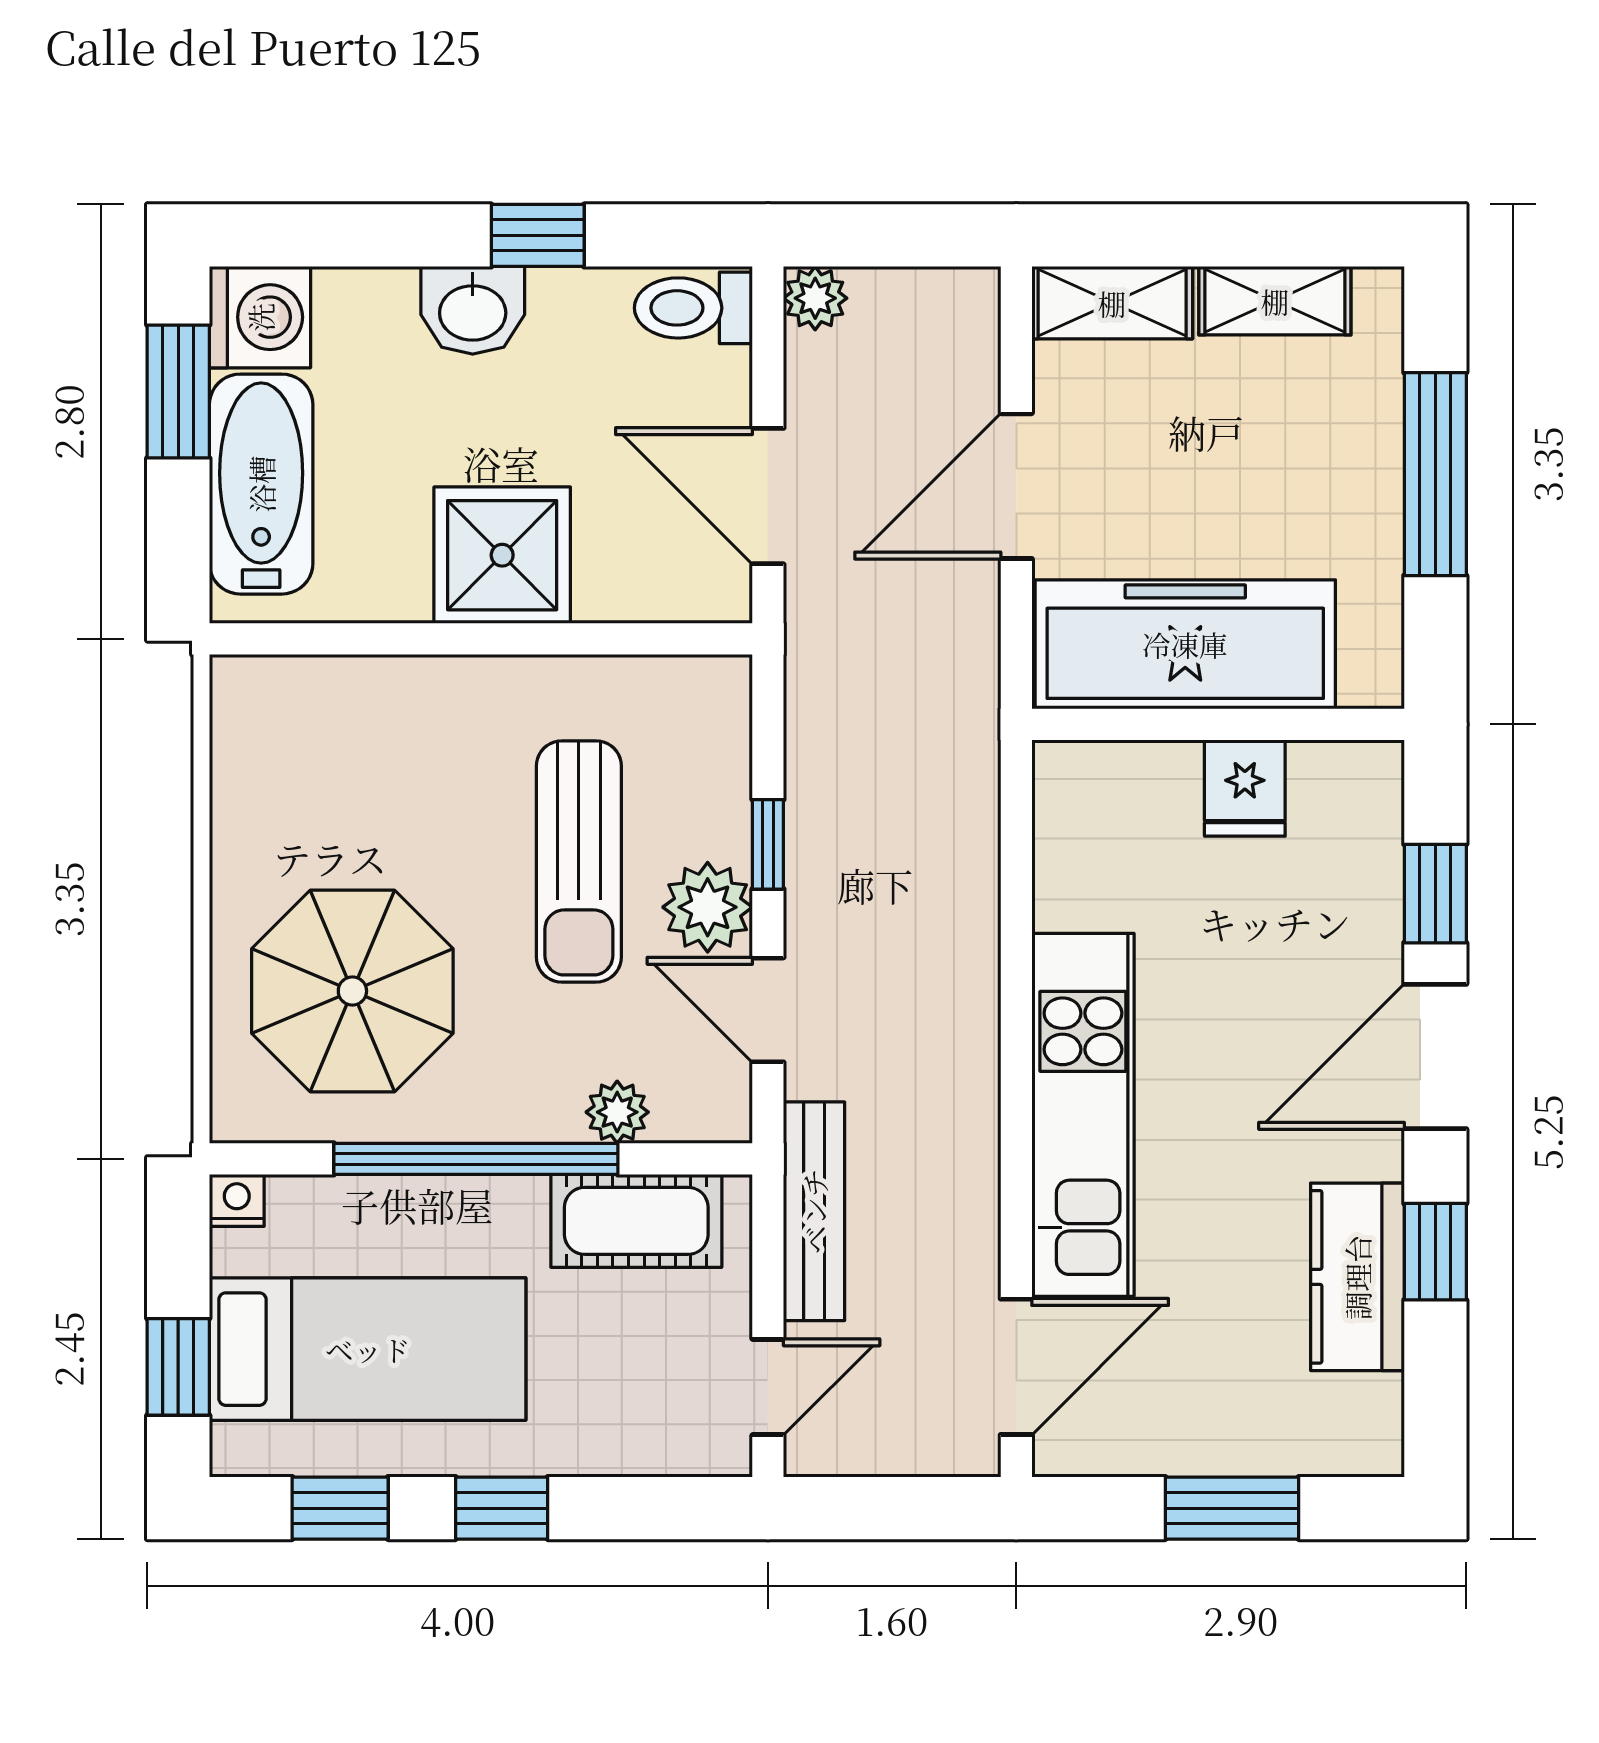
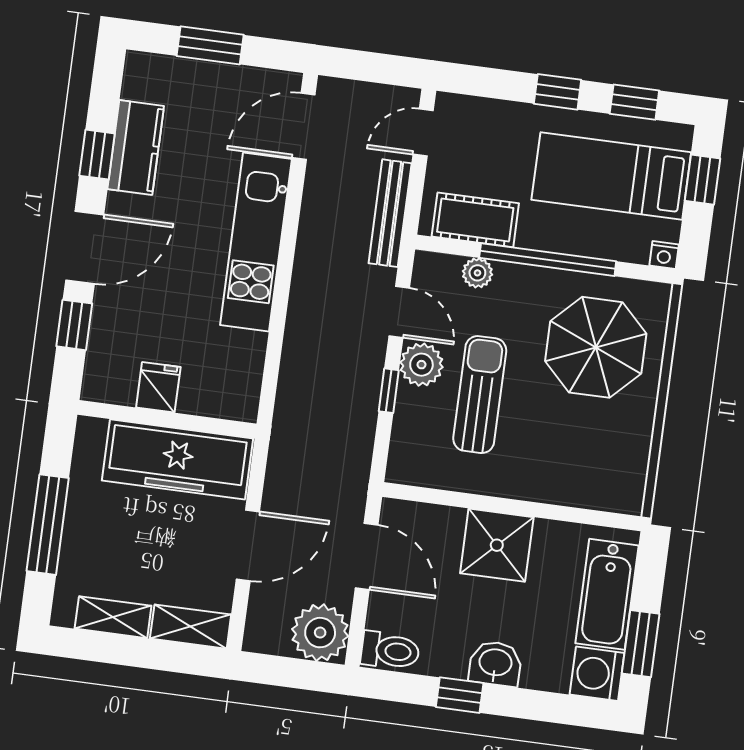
plant: (815, 298) -> (320, 633), width x1.88, depth x1.88

